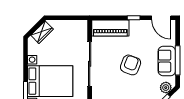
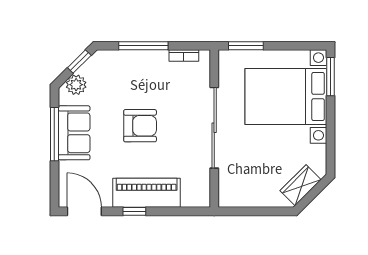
piano: (110, 28) -> (147, 193), moved
armchair: (131, 65) -> (140, 126), turned -111

